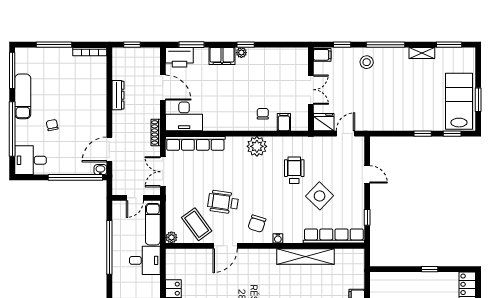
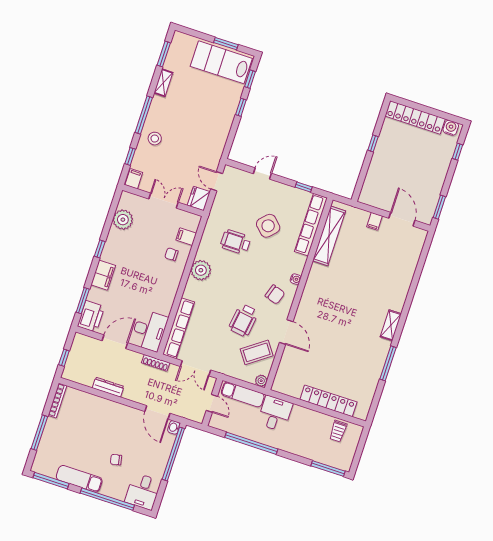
plant: (241, 53) -> (123, 220), moved, width x1.87, depth x1.87
shelving: (305, 256) -> (329, 236), moved

